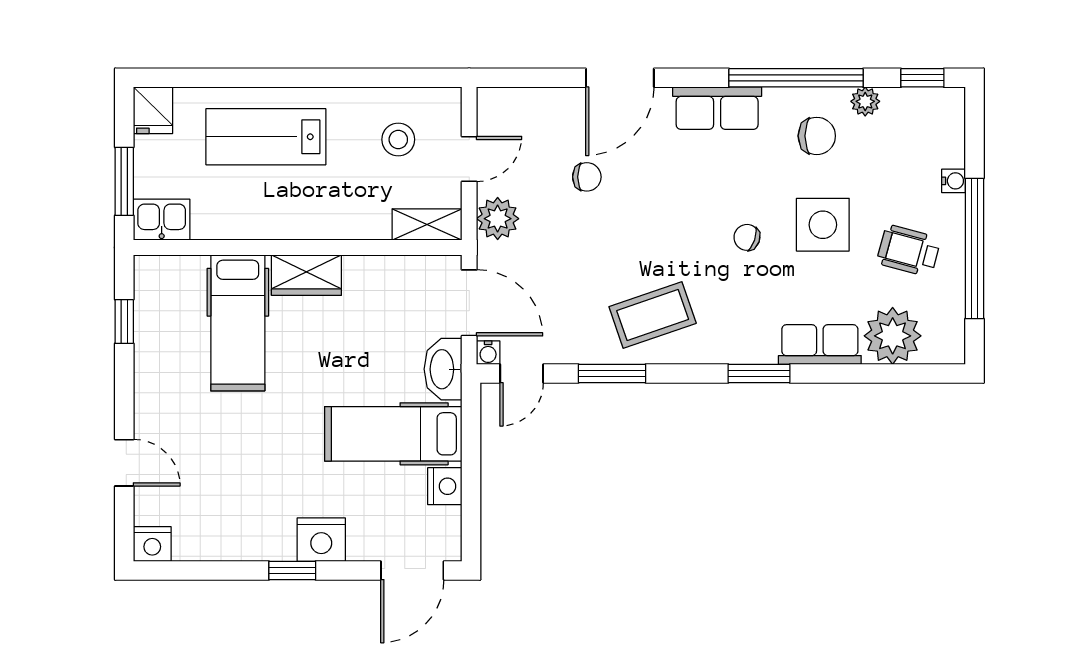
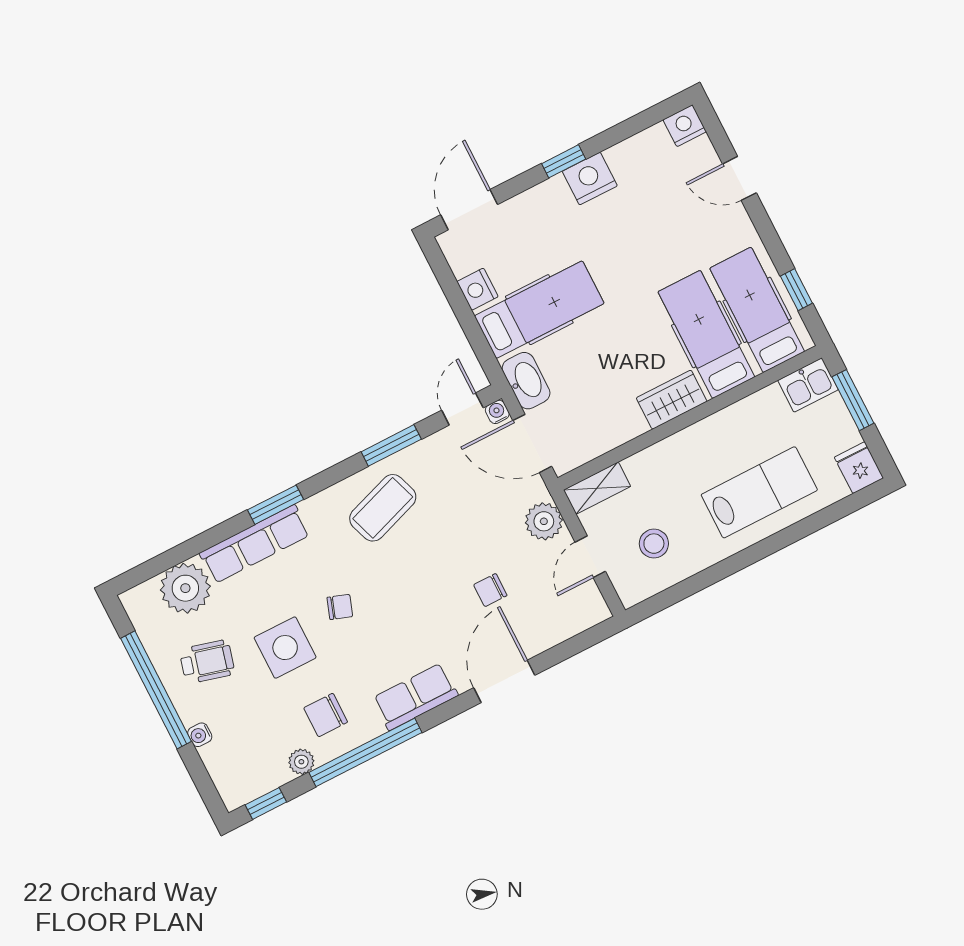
hospital bed: (174, 321) -> (757, 310), added
row of seats: (820, 344) -> (255, 544), width x1.48
nightstand: (321, 540) -> (590, 179), moved

